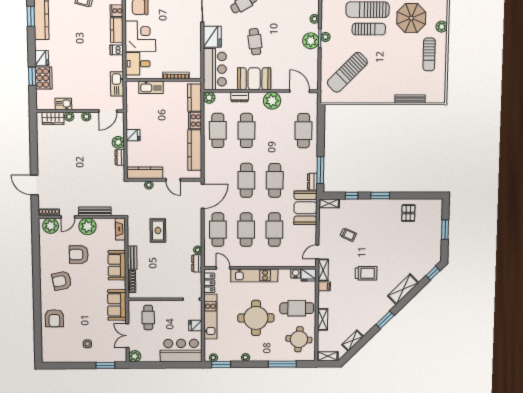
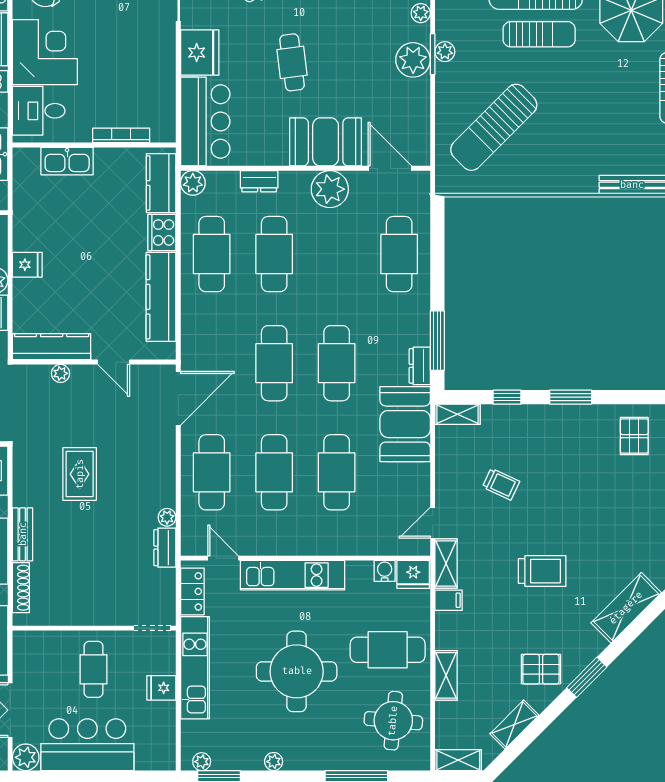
booth: (254, 79) -> (326, 142), moved
pallet: (365, 316) -> (541, 669), added
cafe table: (148, 317) -> (93, 669), moved
bar counter: (181, 350) -> (87, 745), moved

